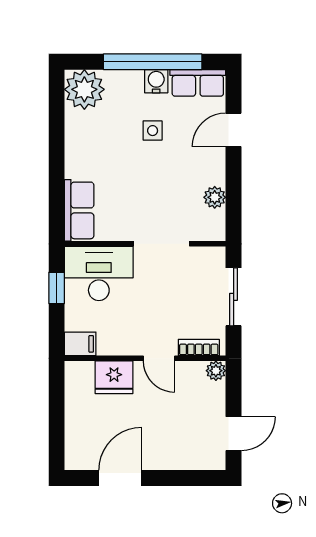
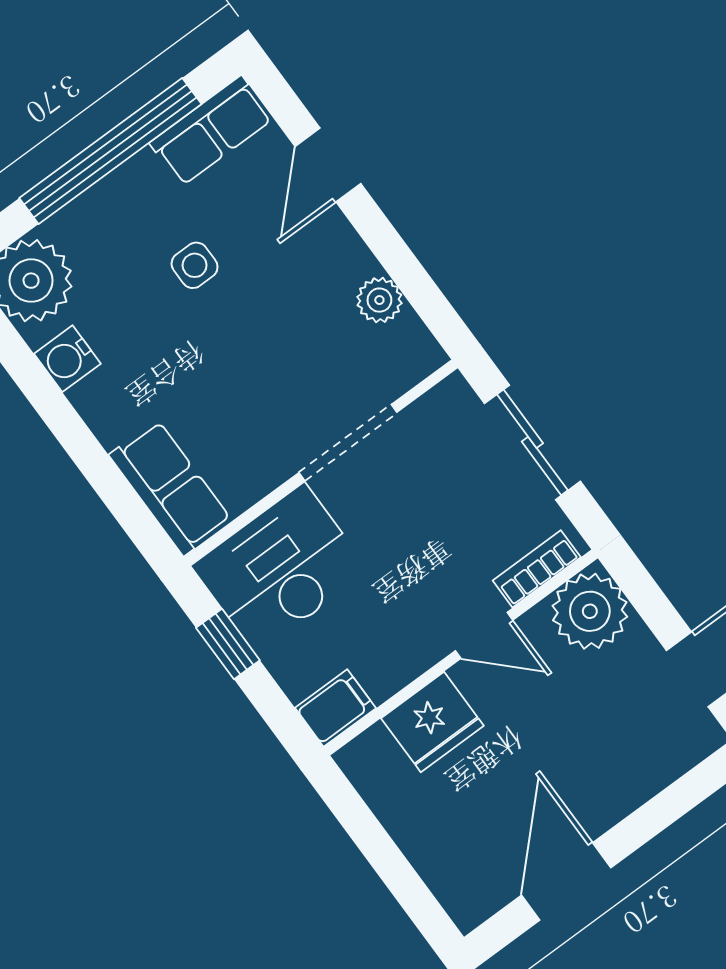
water cooler: (156, 81) -> (67, 359), moved, turned -90
plant: (216, 371) -> (590, 611), width x1.88, depth x1.88

